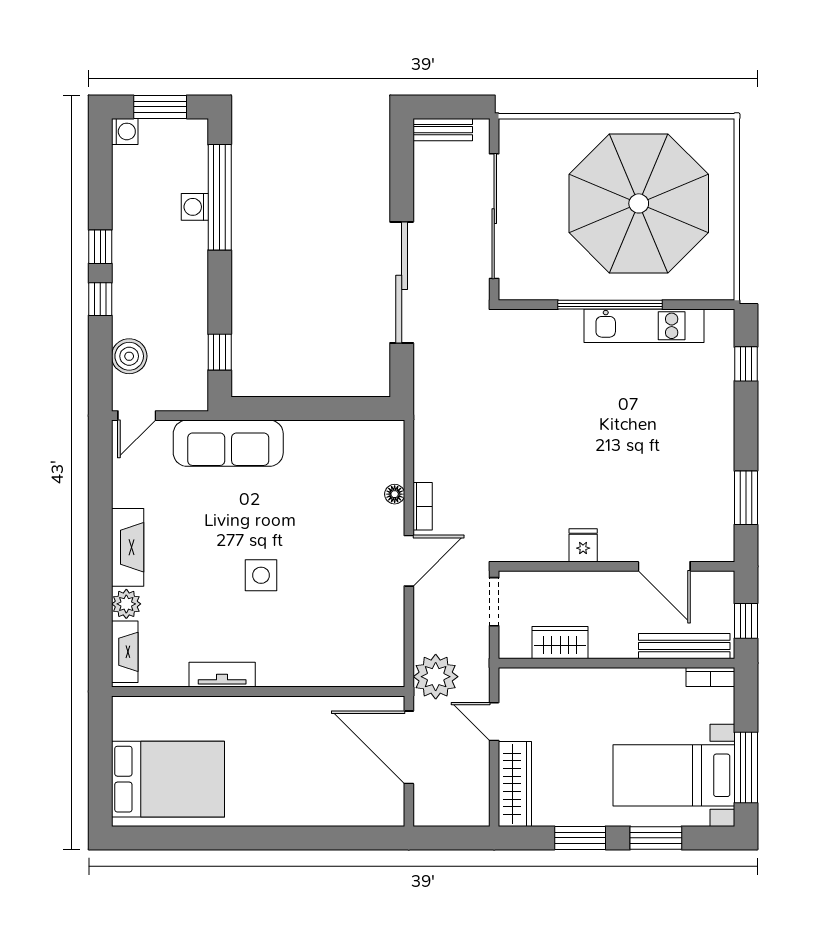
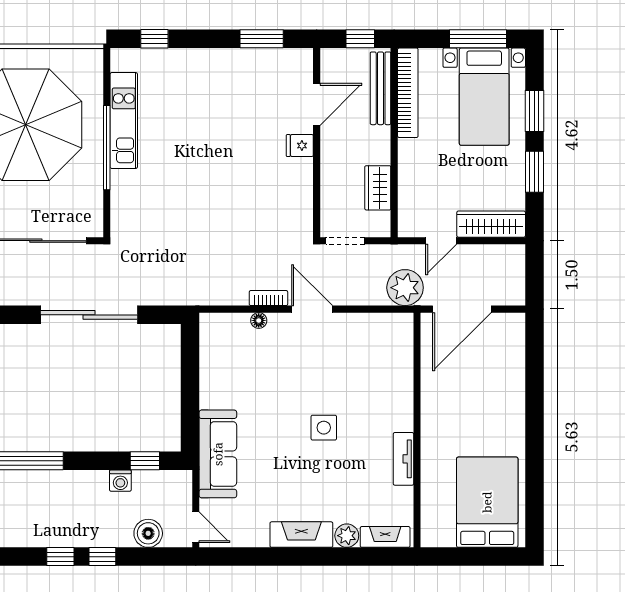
washing machine: (195, 207) -> (120, 481), moved
fridge: (583, 545) -> (300, 146), moved
bookcase: (710, 677) -> (408, 93), width x2.31, depth x1.31

